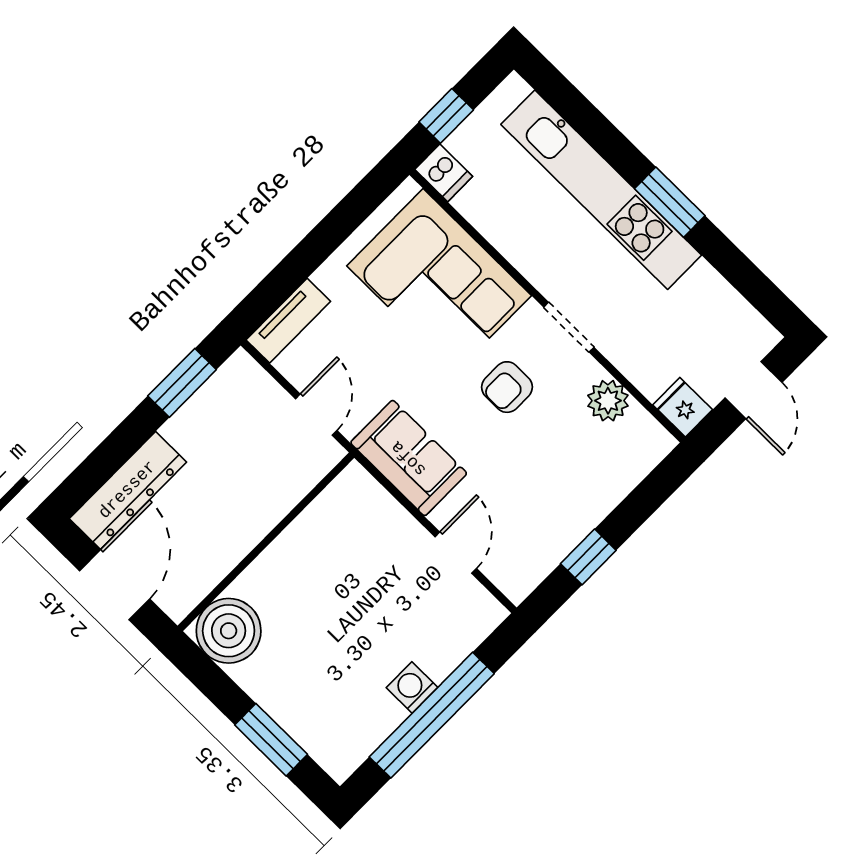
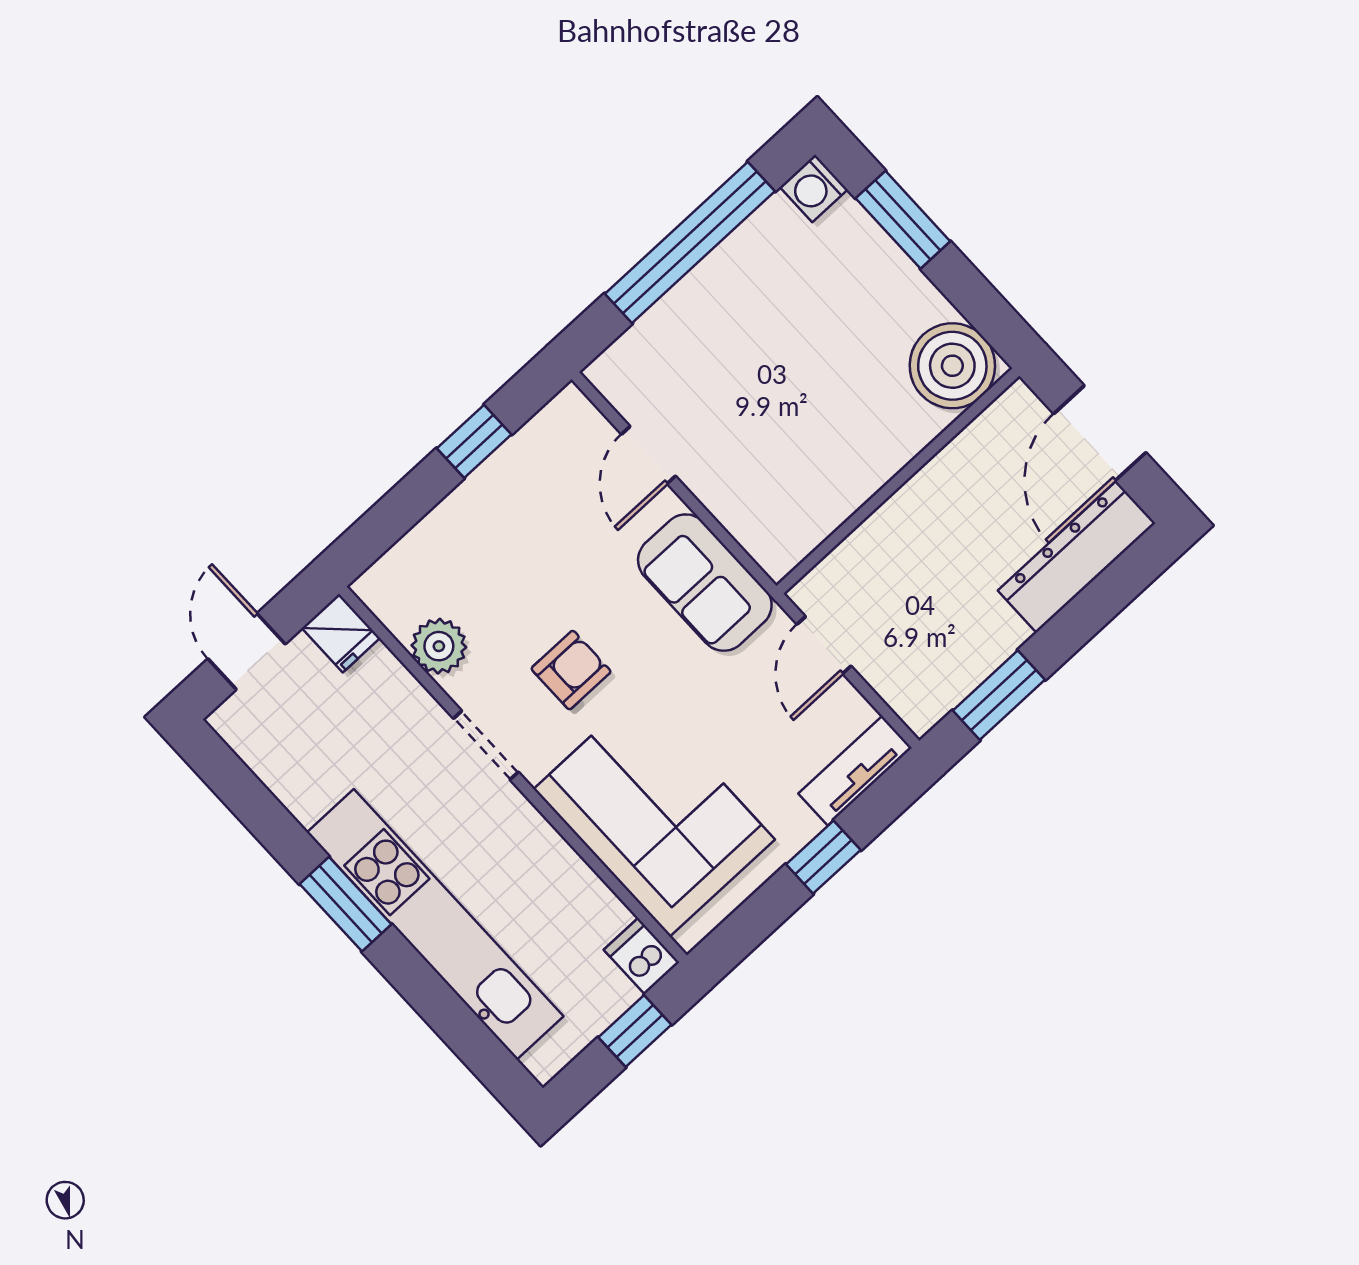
window: (309, 254) -> (823, 857), added
washing machine: (412, 687) -> (814, 188), moved, turned 90

